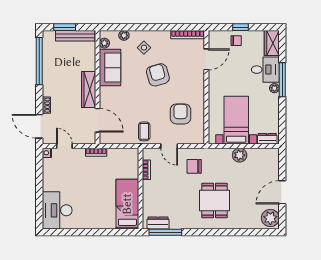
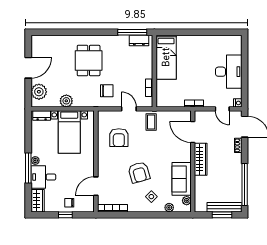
bench: (75, 36) -> (224, 207), moved
desk: (57, 210) -> (229, 72), moved
plant: (270, 218) -> (39, 92), moved

